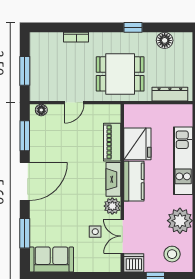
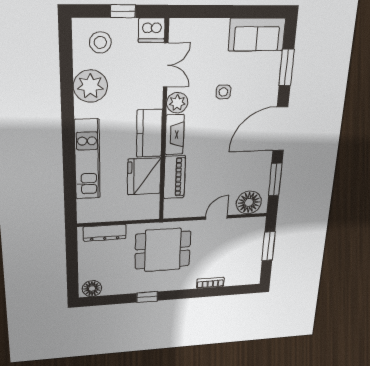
floor lamp: (165, 40) -> (92, 289), moved
floor lamp: (41, 110) -> (249, 203), width x1.89, depth x1.89
side table: (95, 232) -> (223, 92), moved

